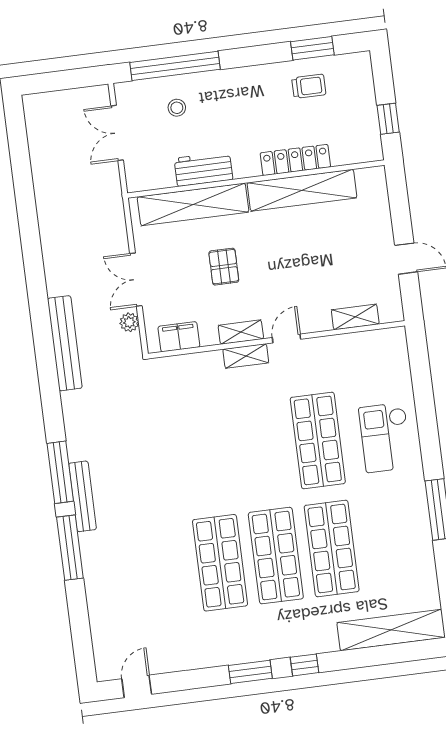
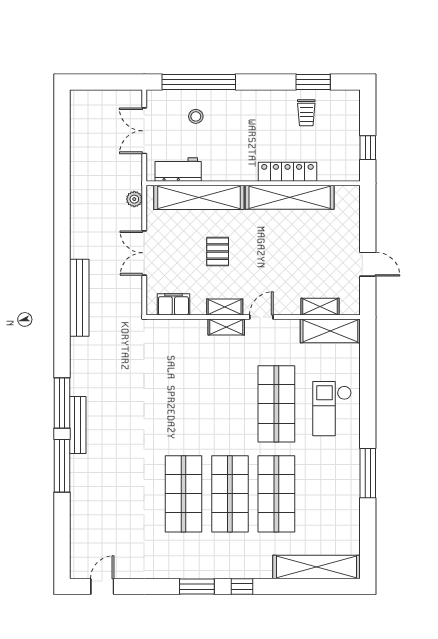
trolley: (309, 86) -> (306, 113), turned 90
workbench: (203, 169) -> (178, 169), moved
plant: (129, 322) -> (134, 199), moved
shelving: (371, 344) -> (330, 331), added

